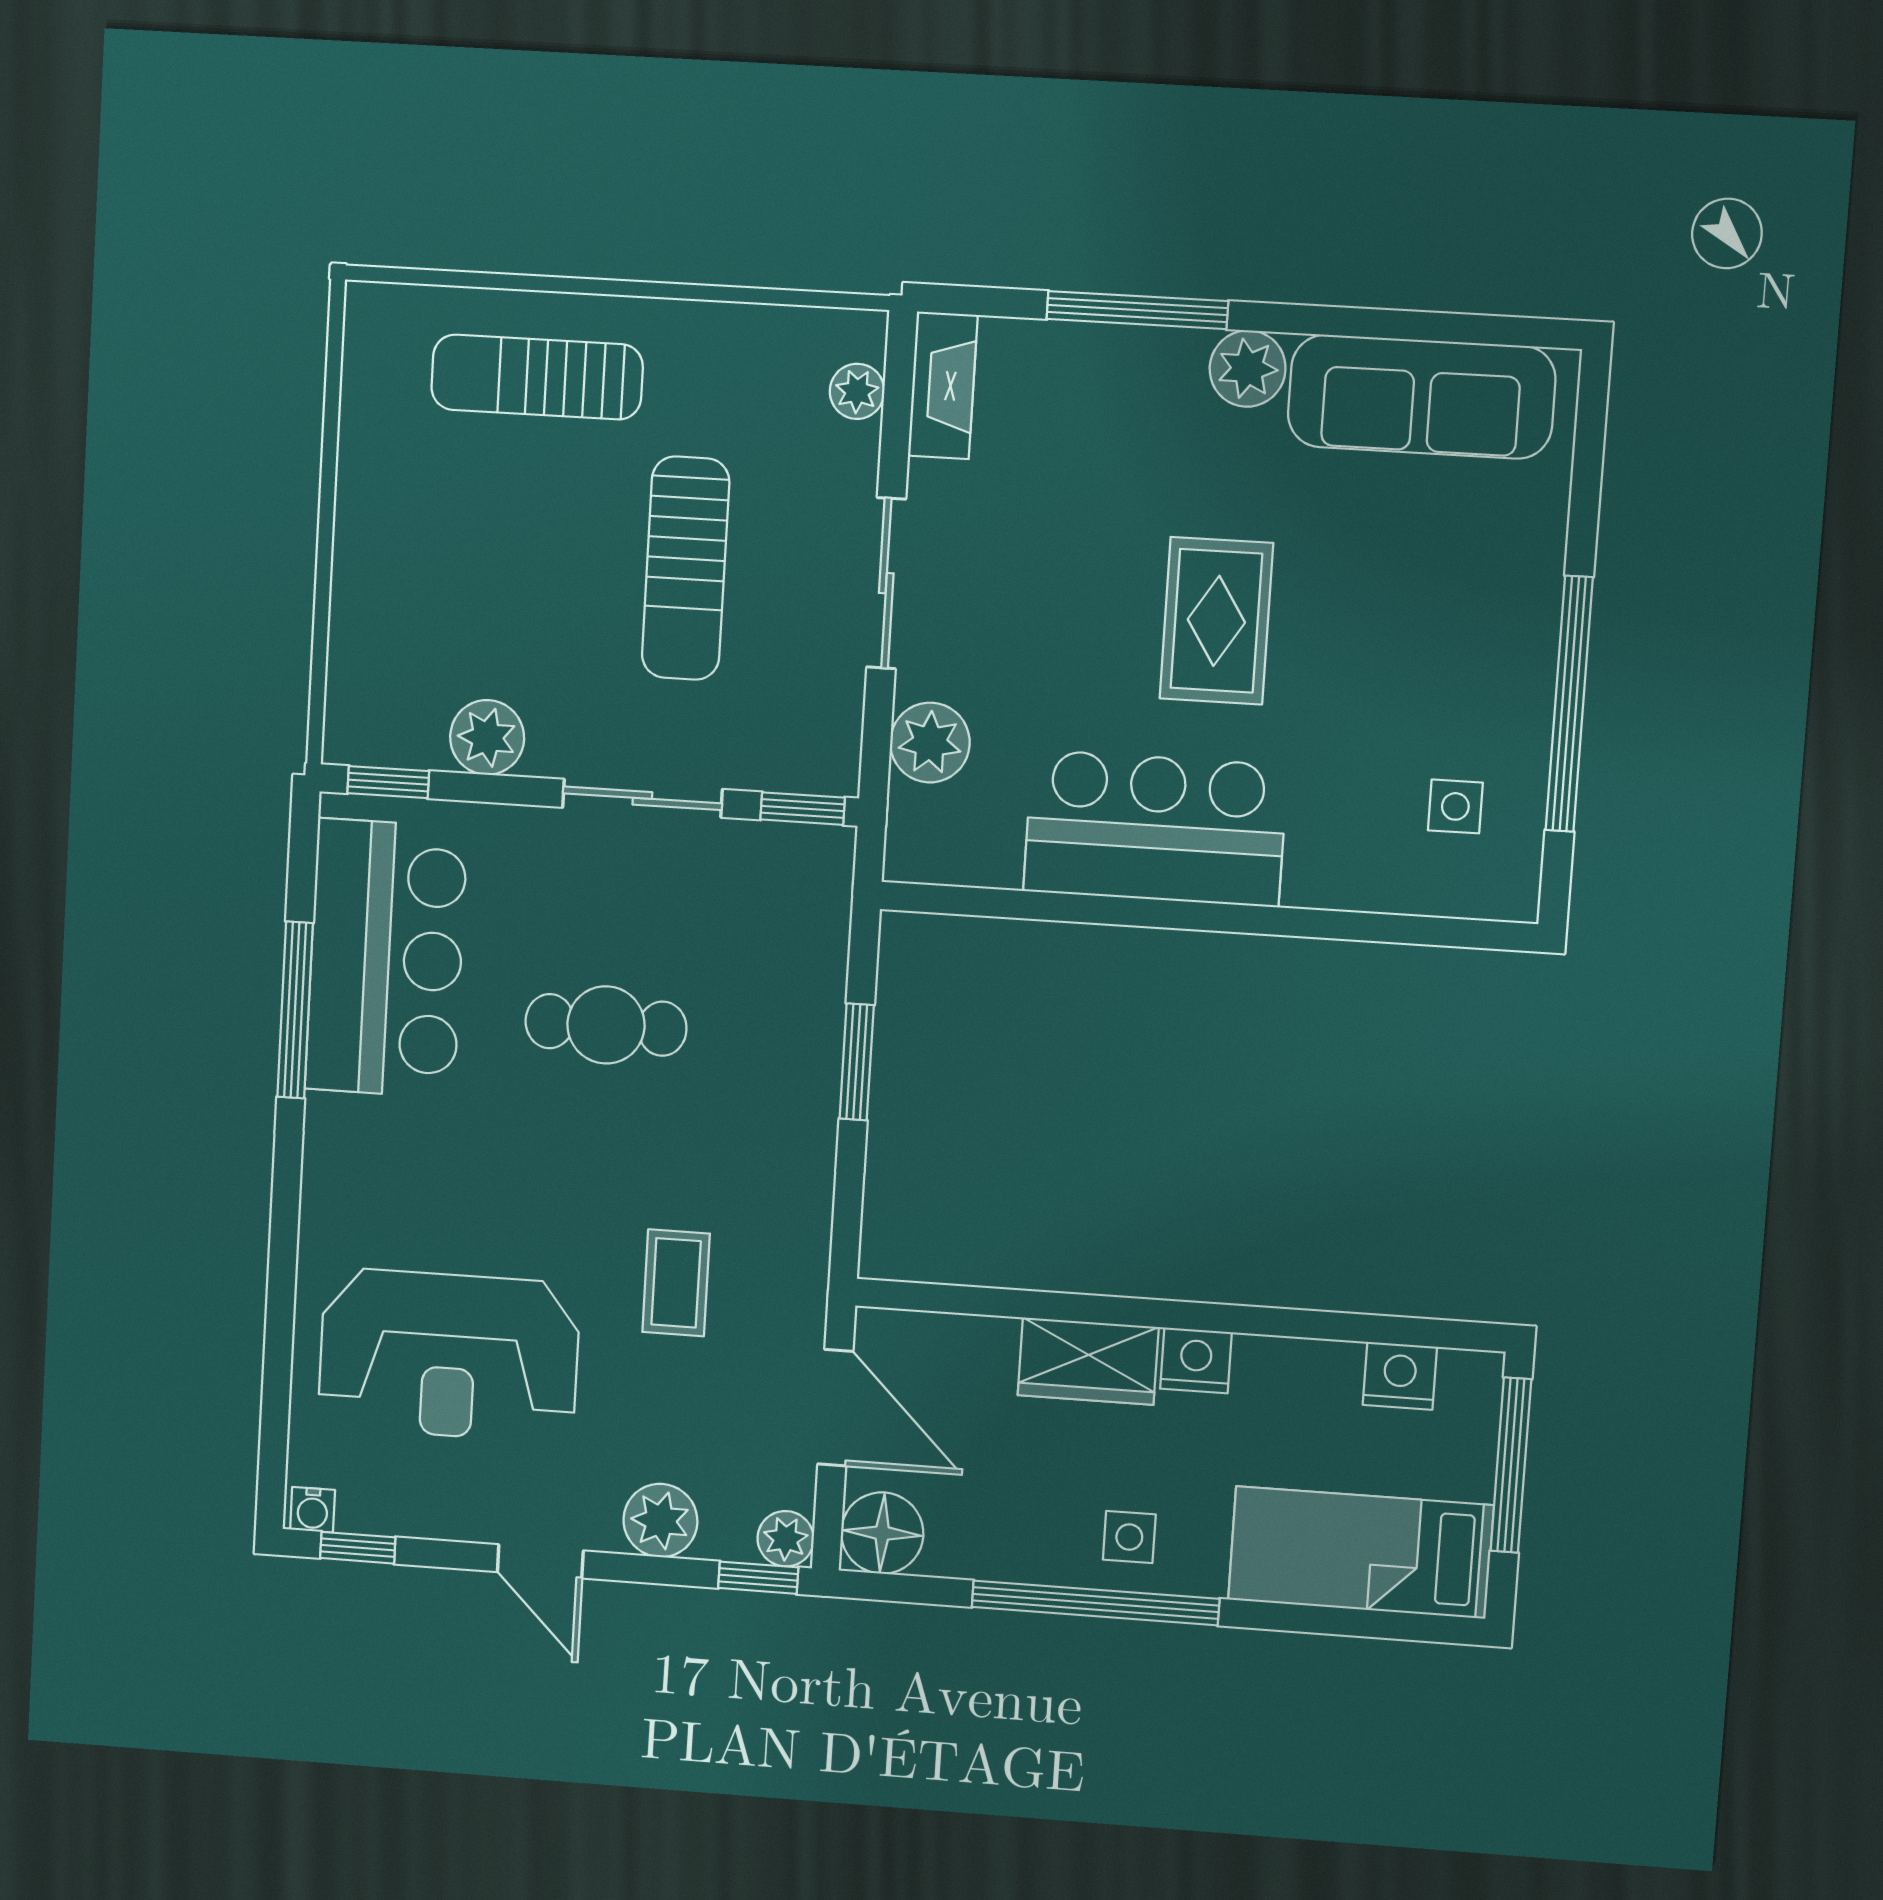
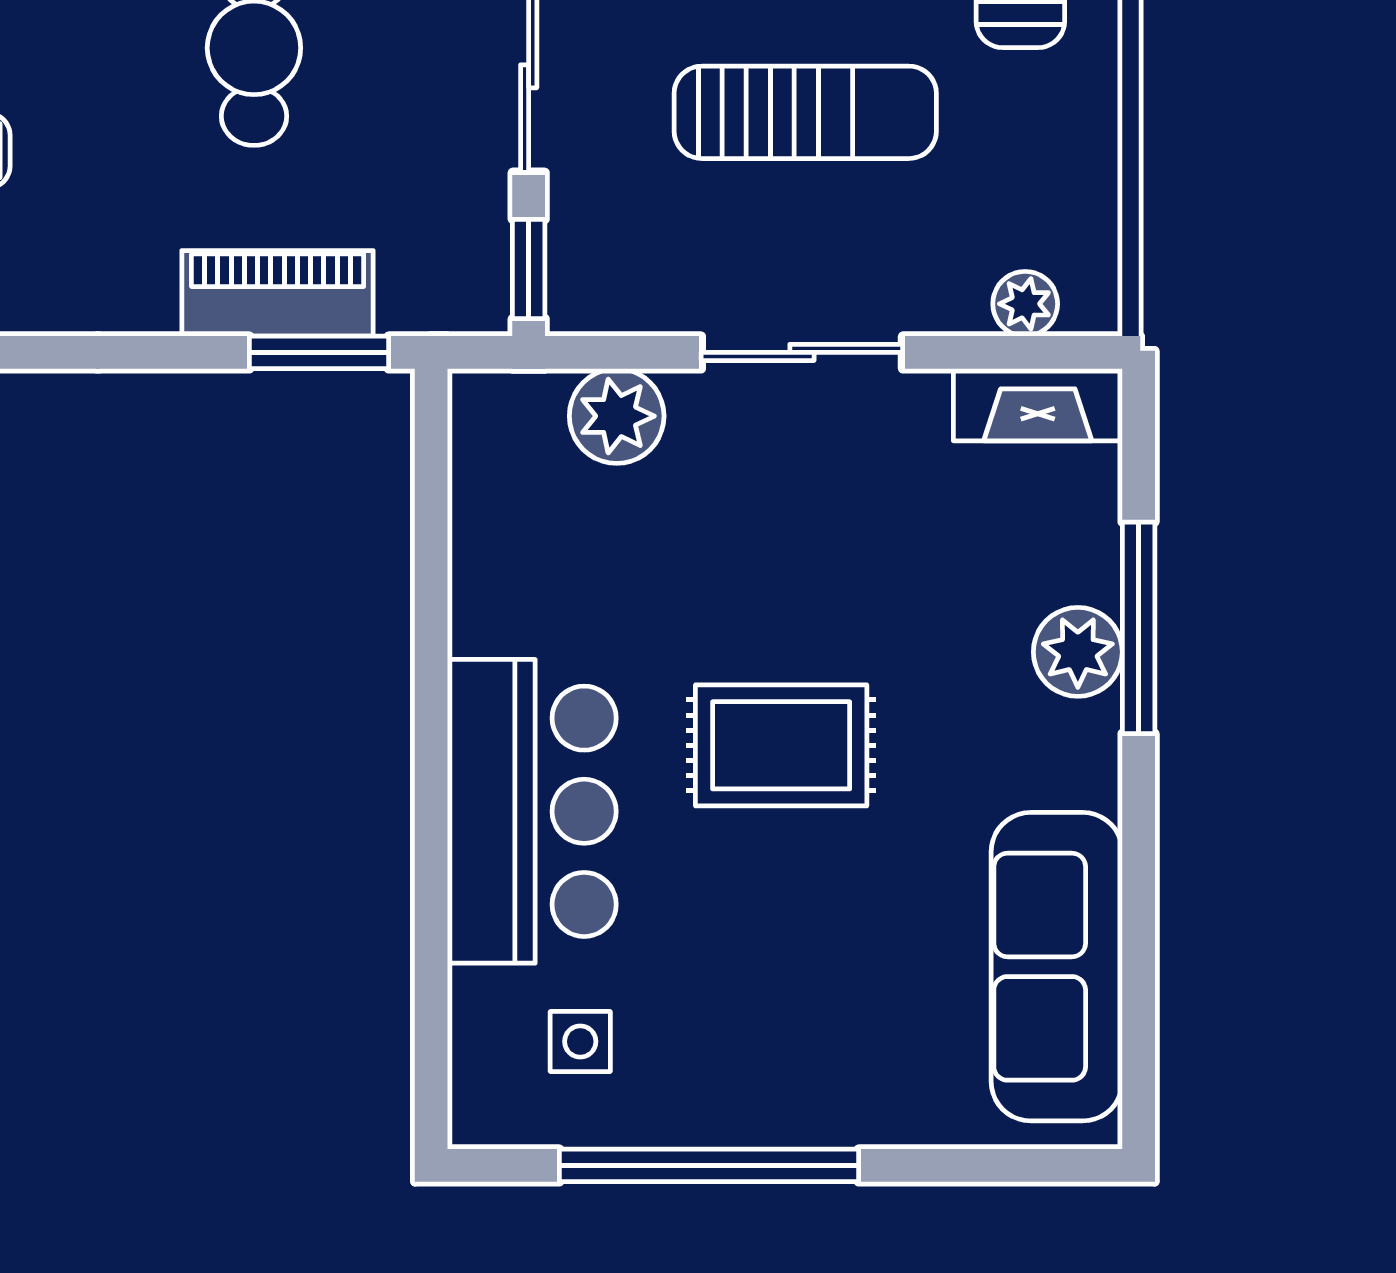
plant: (1248, 369) -> (1078, 652), moved
sun lounger: (686, 568) -> (805, 112), turned 180
bar counter: (1155, 828) -> (532, 811), moved
piano: (810, 1019) -> (278, 293), added
window: (857, 1062) -> (319, 352), moved

